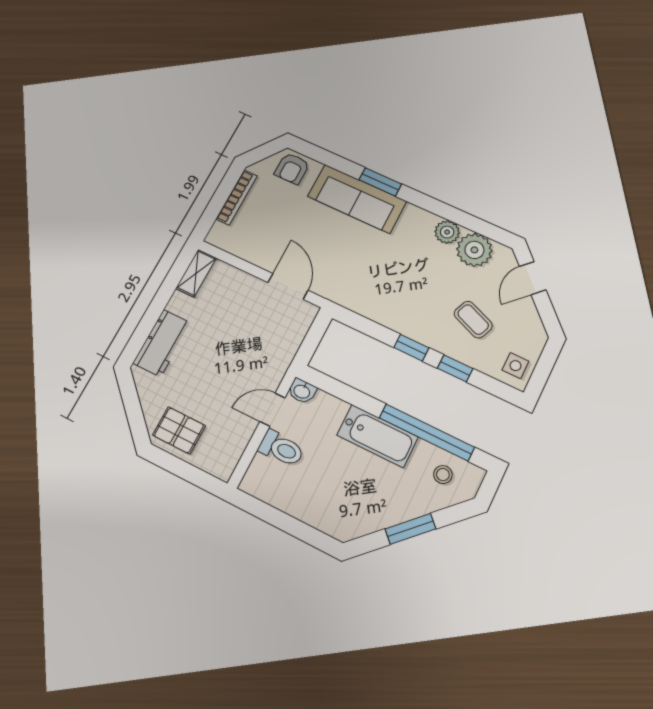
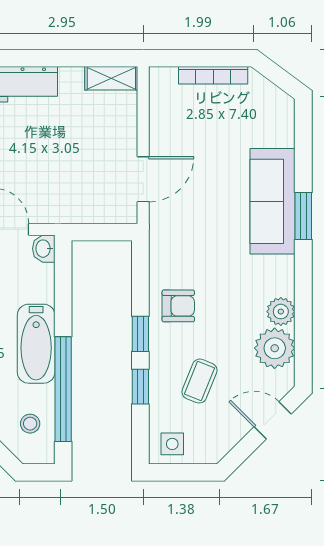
armchair: (292, 169) -> (178, 306), moved, turned 180

